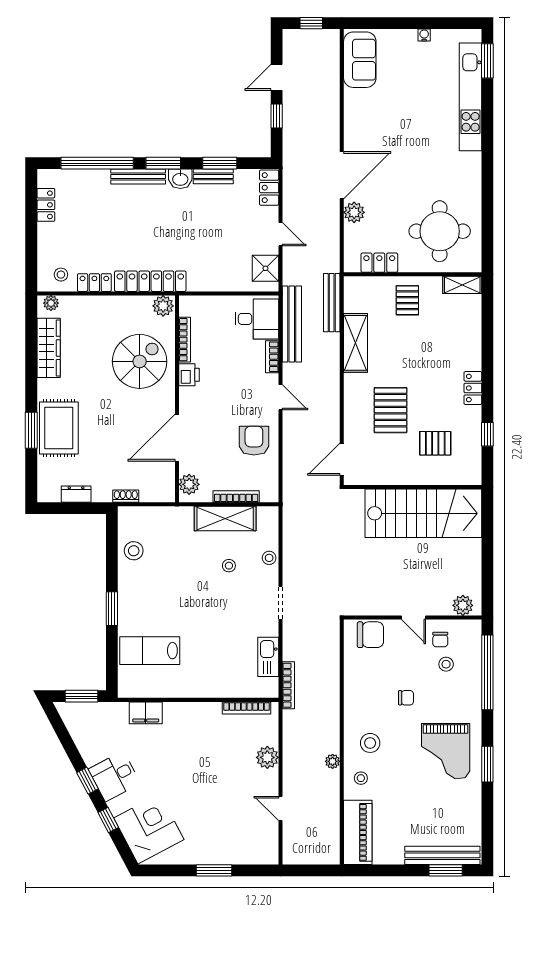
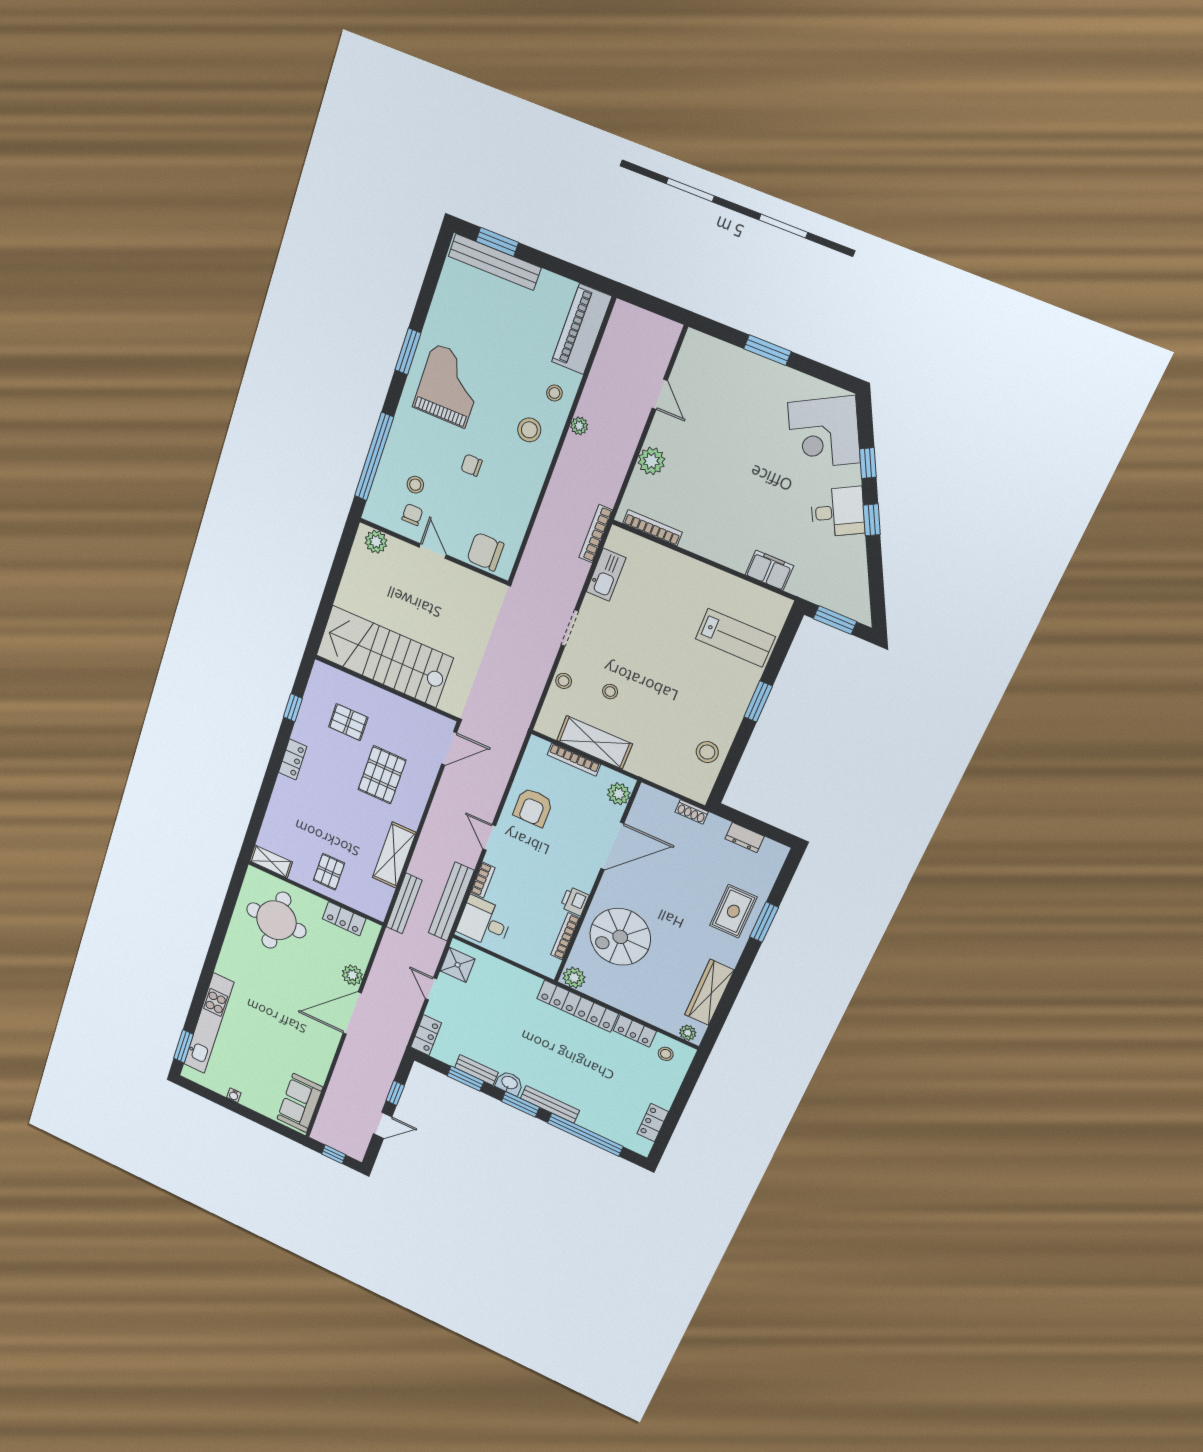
rug: (59, 428) -> (733, 911), width x0.73, depth x0.70

